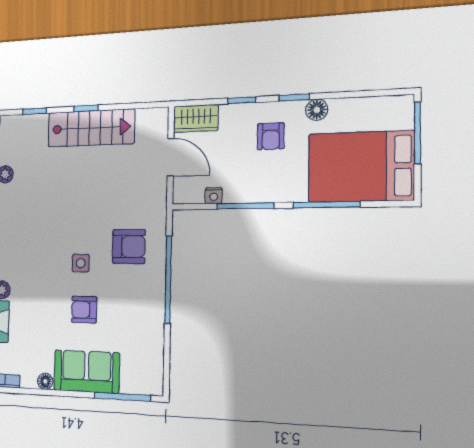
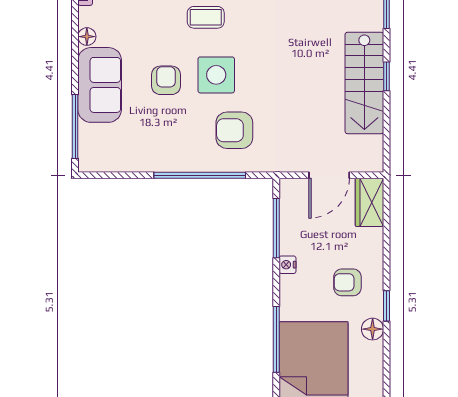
window: (242, 100) -> (386, 252), removed
nightstand: (214, 196) -> (287, 265), moved
window: (245, 206) -> (276, 228), moved
armchair: (129, 247) -> (234, 130), turned 90
side table: (81, 263) -> (216, 75), width x1.87, depth x1.87
coffee table: (33, 272) -> (206, 17), added

